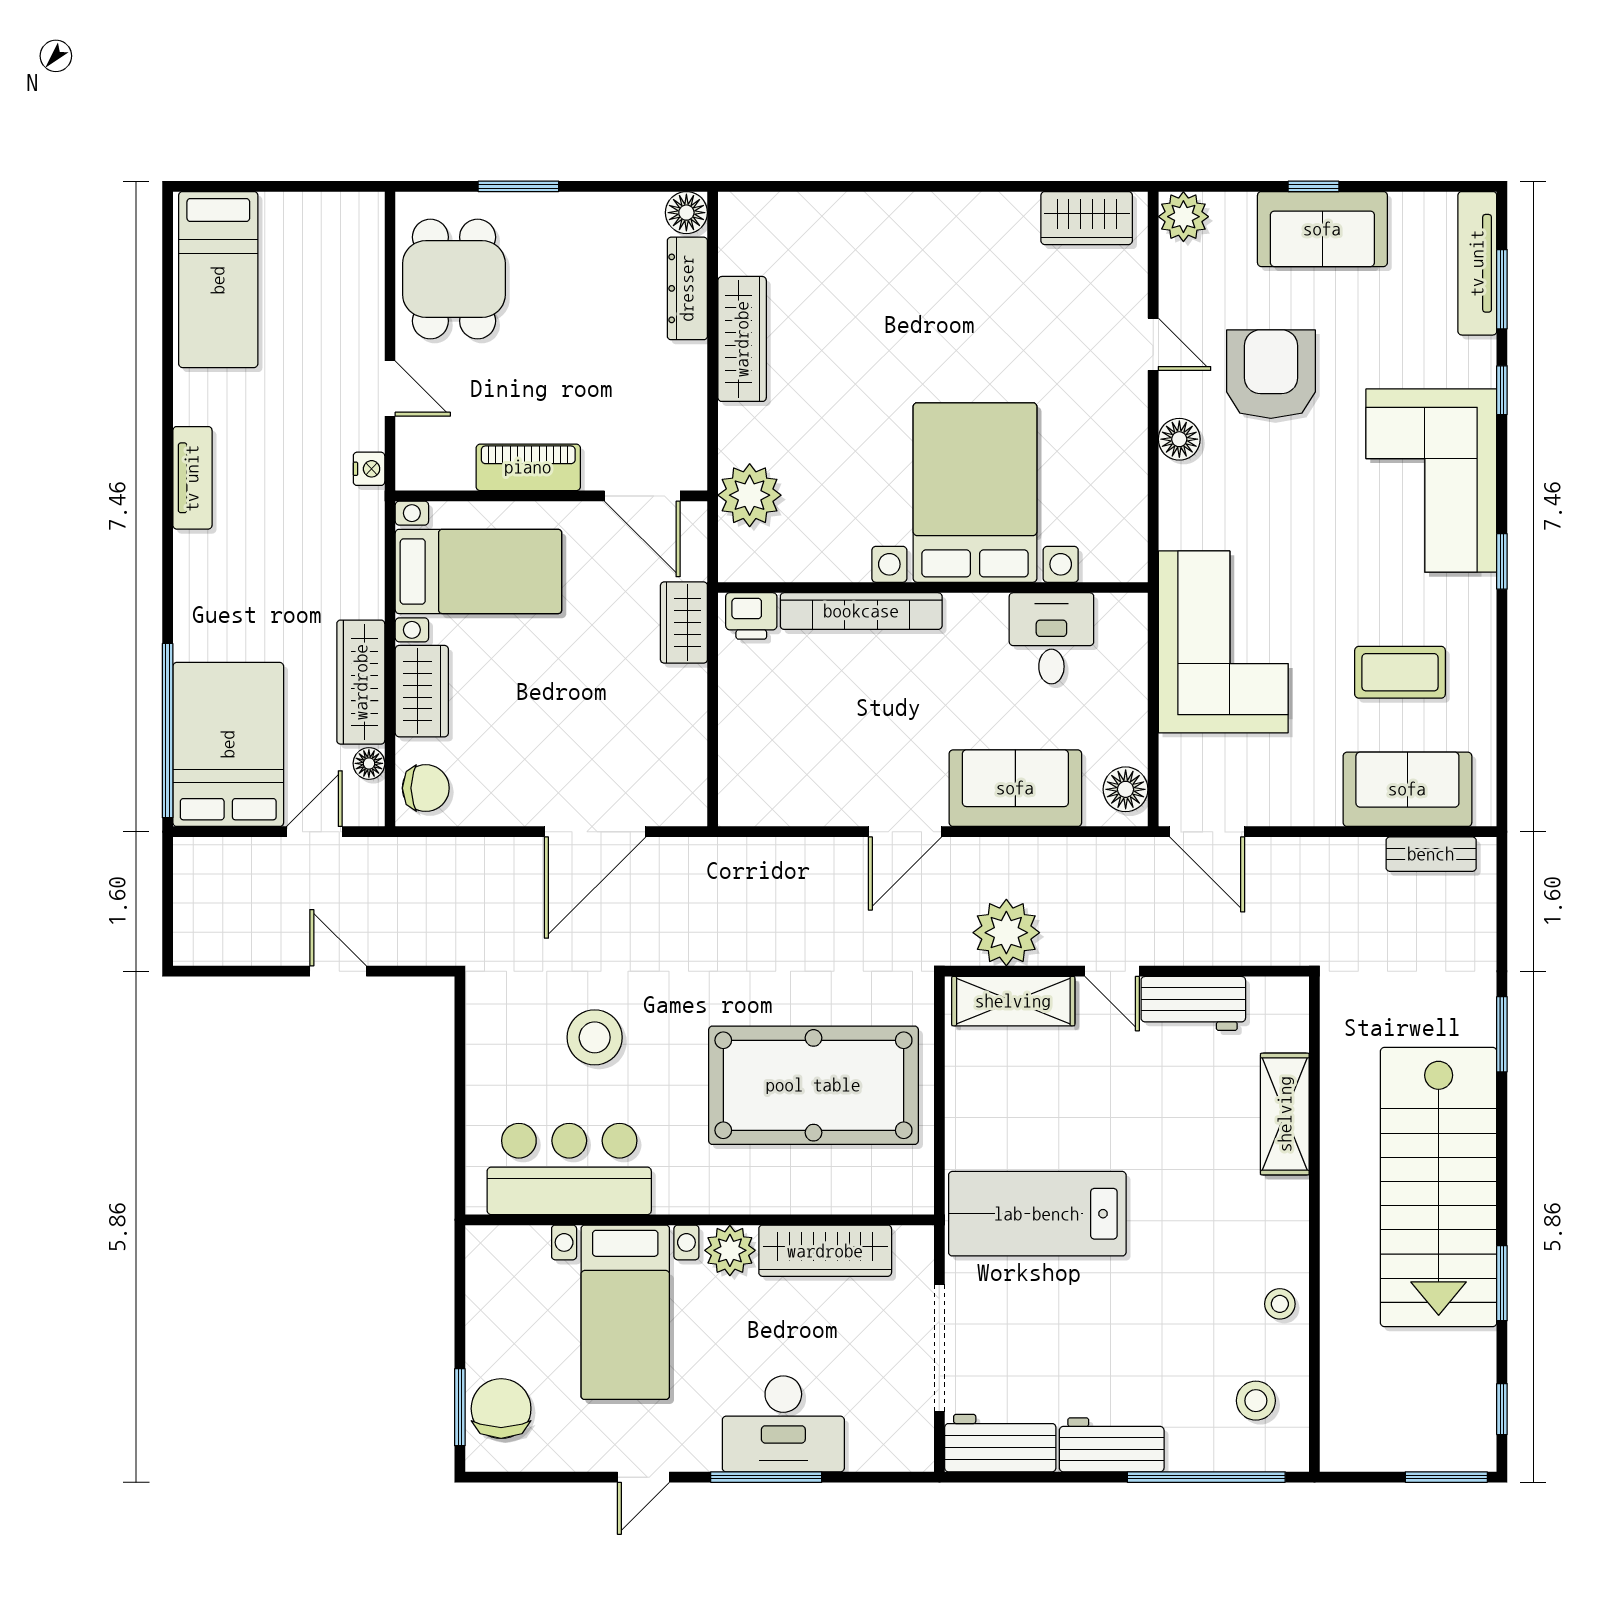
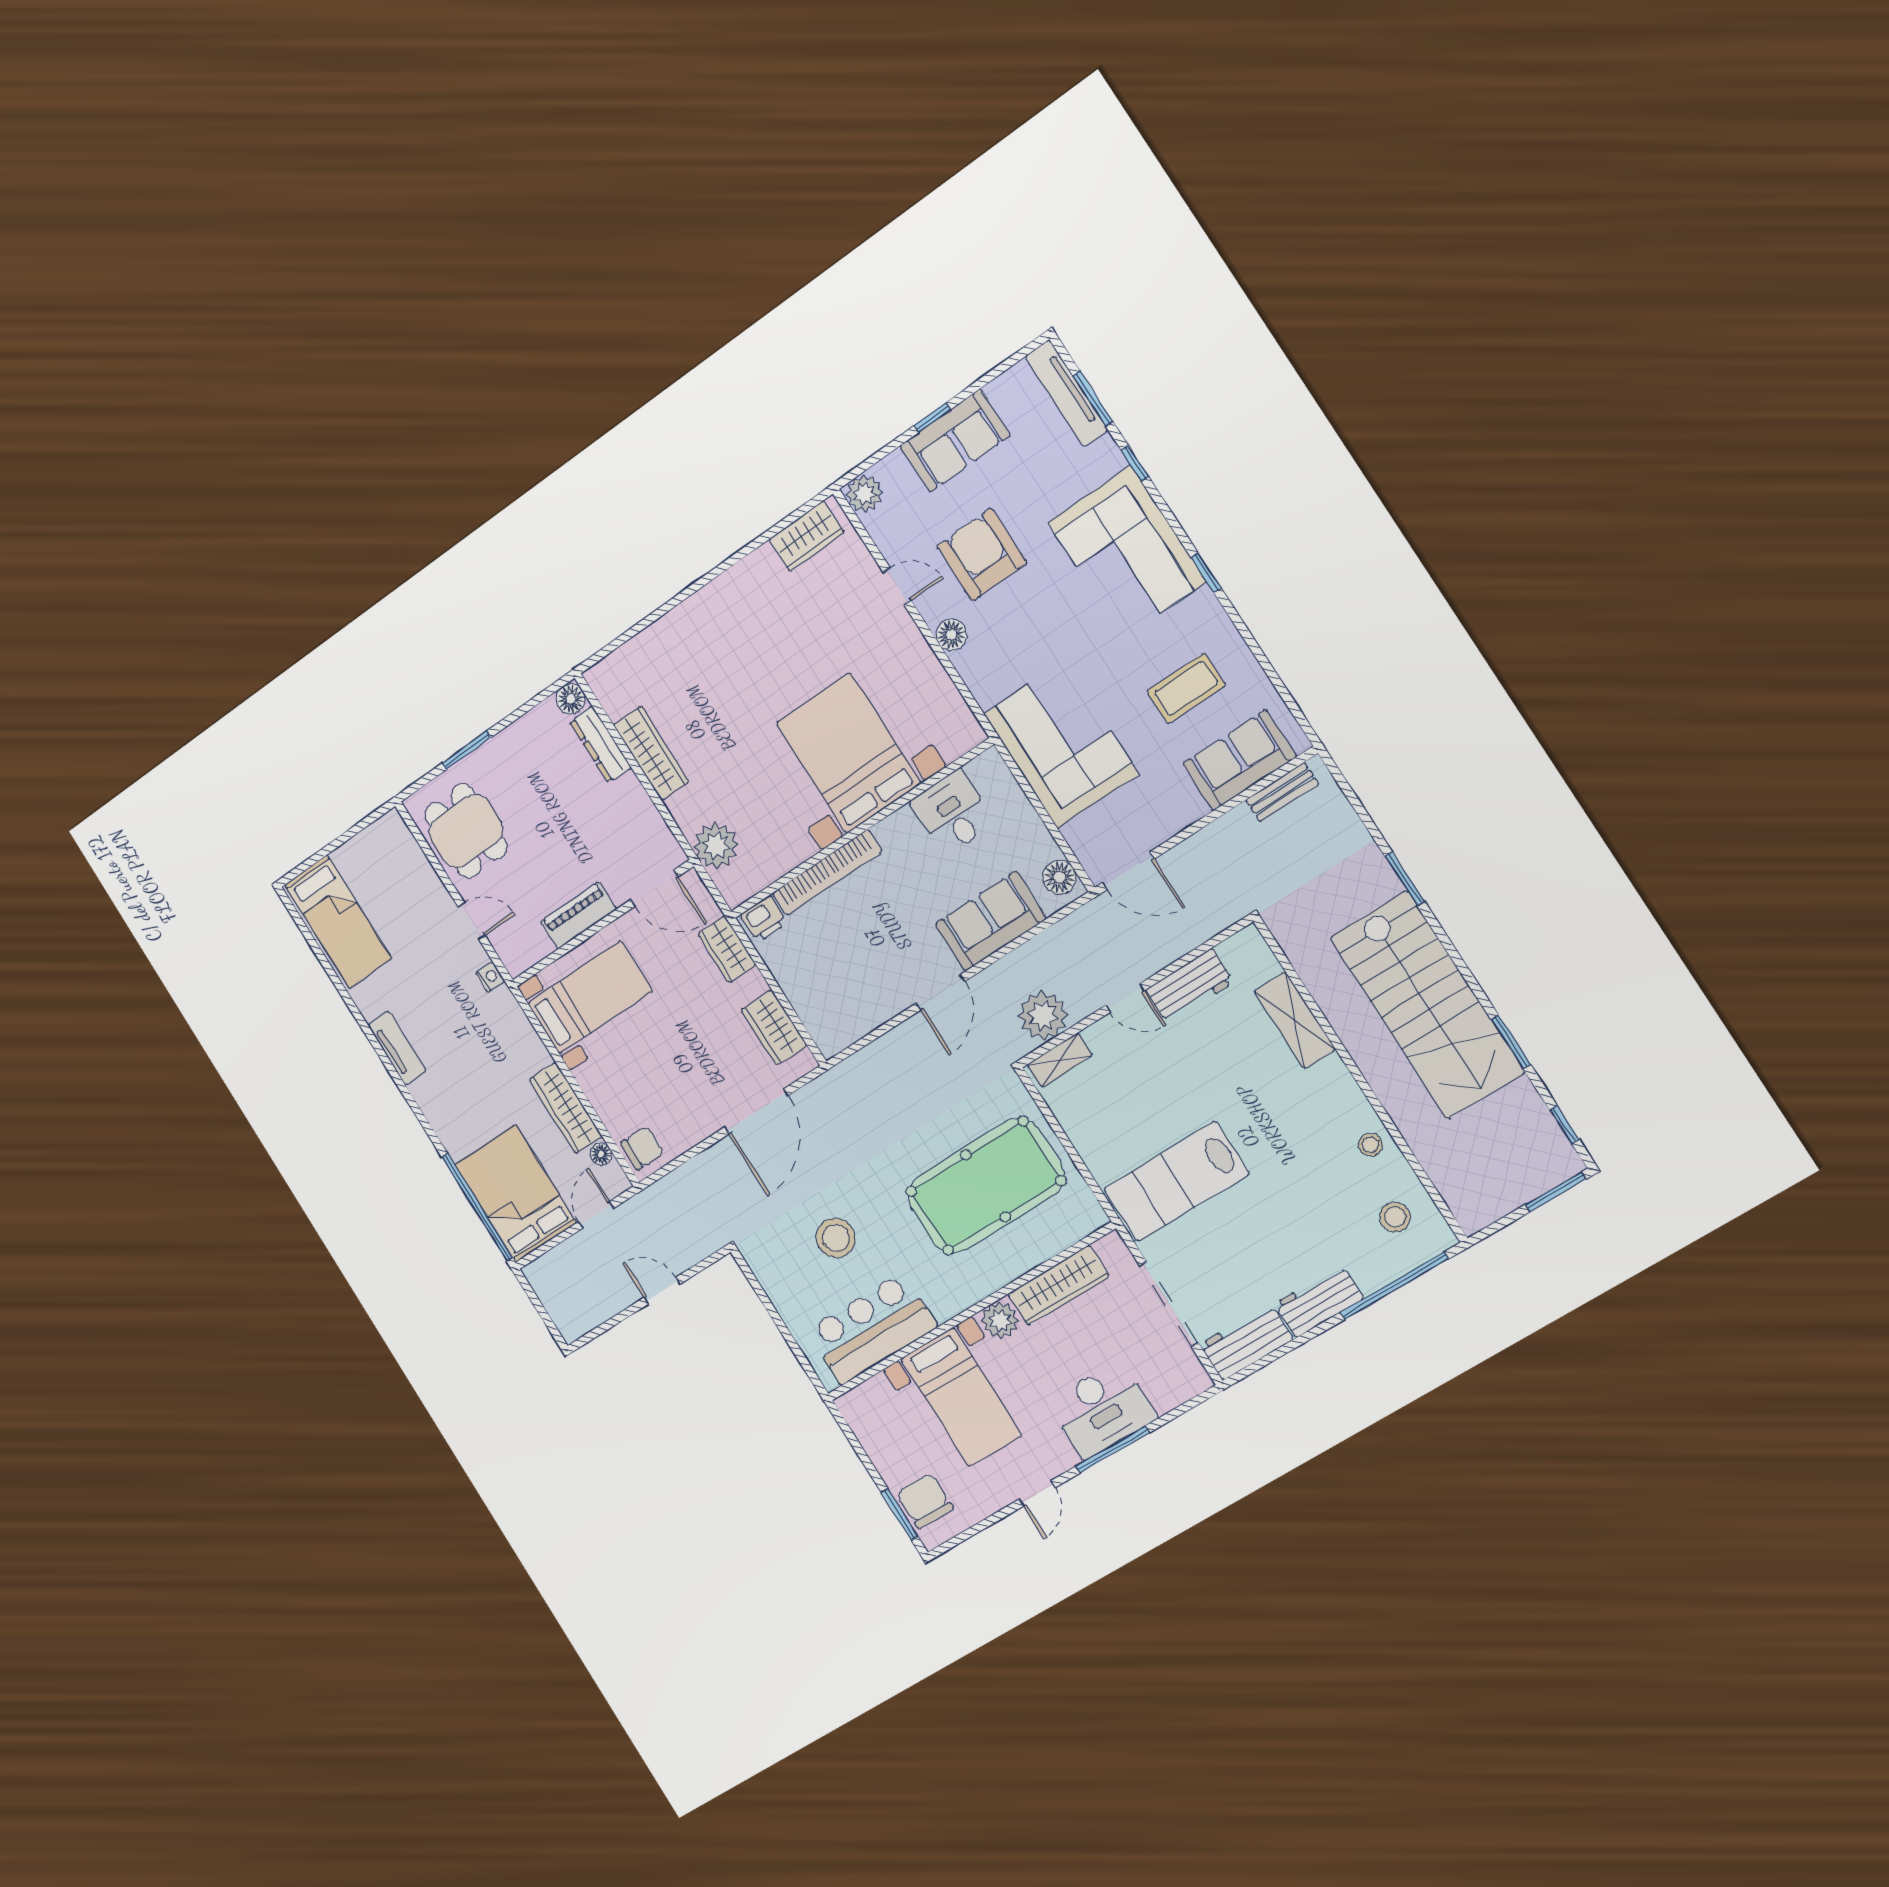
wardrobe: (422, 691) -> (774, 1028), moved, turned 180
shelving: (1013, 1001) -> (1060, 1060), width x0.67, depth x0.75

